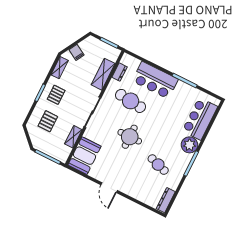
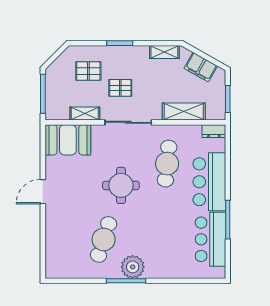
filing cabinet: (76, 52) -> (201, 67), width x2.00
dresser: (120, 72) -> (214, 131), moved
pallet: (56, 95) -> (120, 88), moved
bar counter: (200, 119) -> (210, 239), moved, turned -90
plant: (189, 145) -> (133, 267), moved
cafe table: (158, 165) -> (104, 239), width x1.37, depth x1.35
dresser: (166, 200) -> (63, 272), removed

